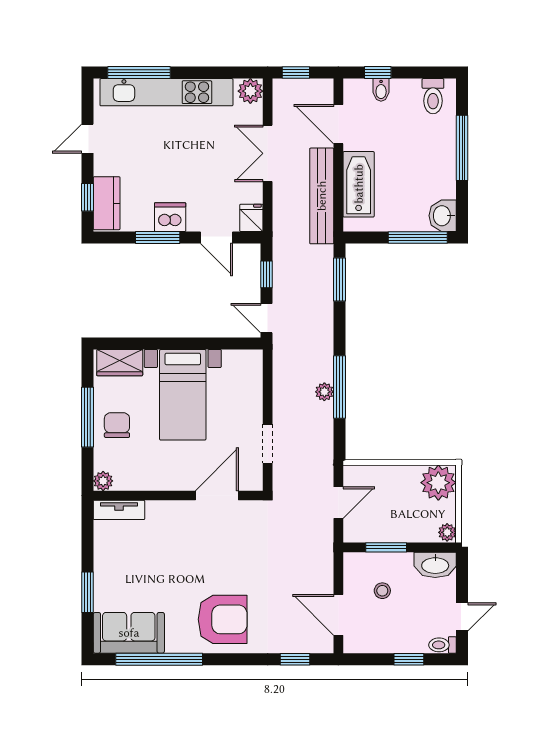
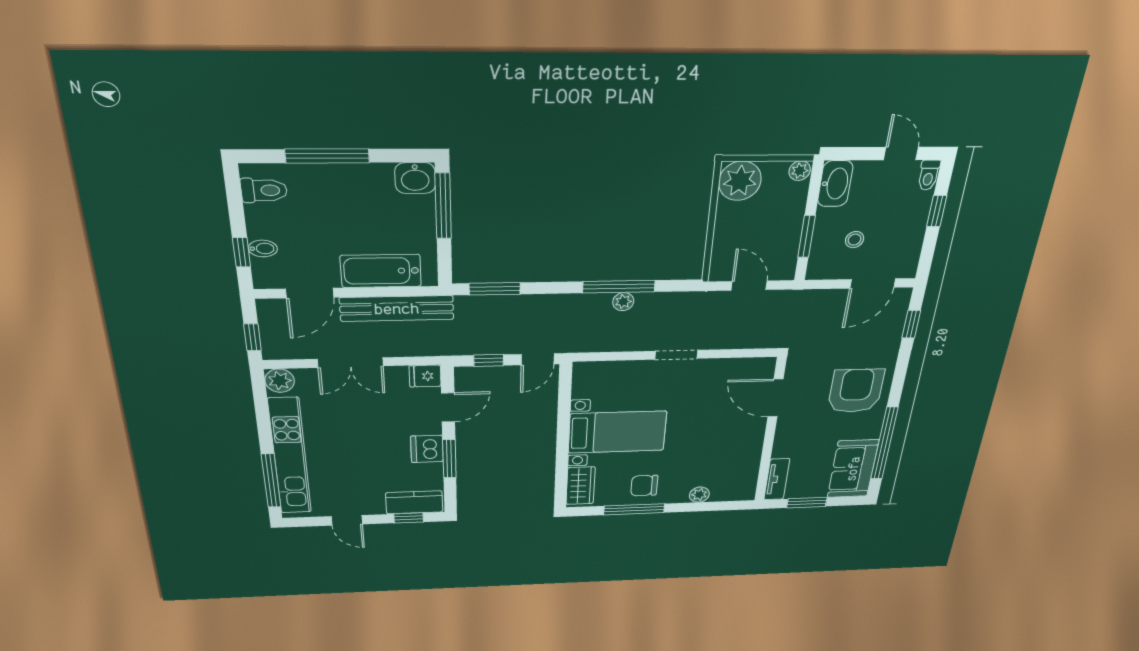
wall: (178, 495) -> (770, 431), moved
door: (217, 495) -> (775, 398), moved
tv unit: (119, 510) -> (777, 479), moved

